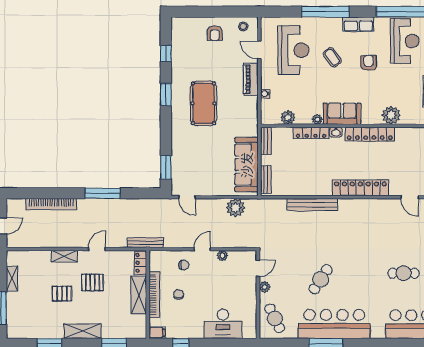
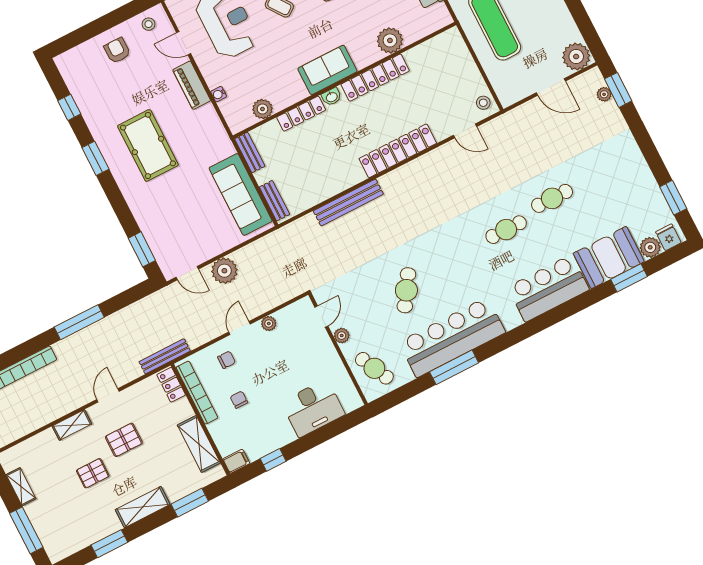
armchair: (215, 33) -> (117, 51), turned 180
plant: (317, 119) -> (300, 93), removed
plant: (235, 208) -> (224, 271), moved
shelving: (139, 295) -> (199, 444), moved
bookcase: (154, 295) -> (197, 393), moved

